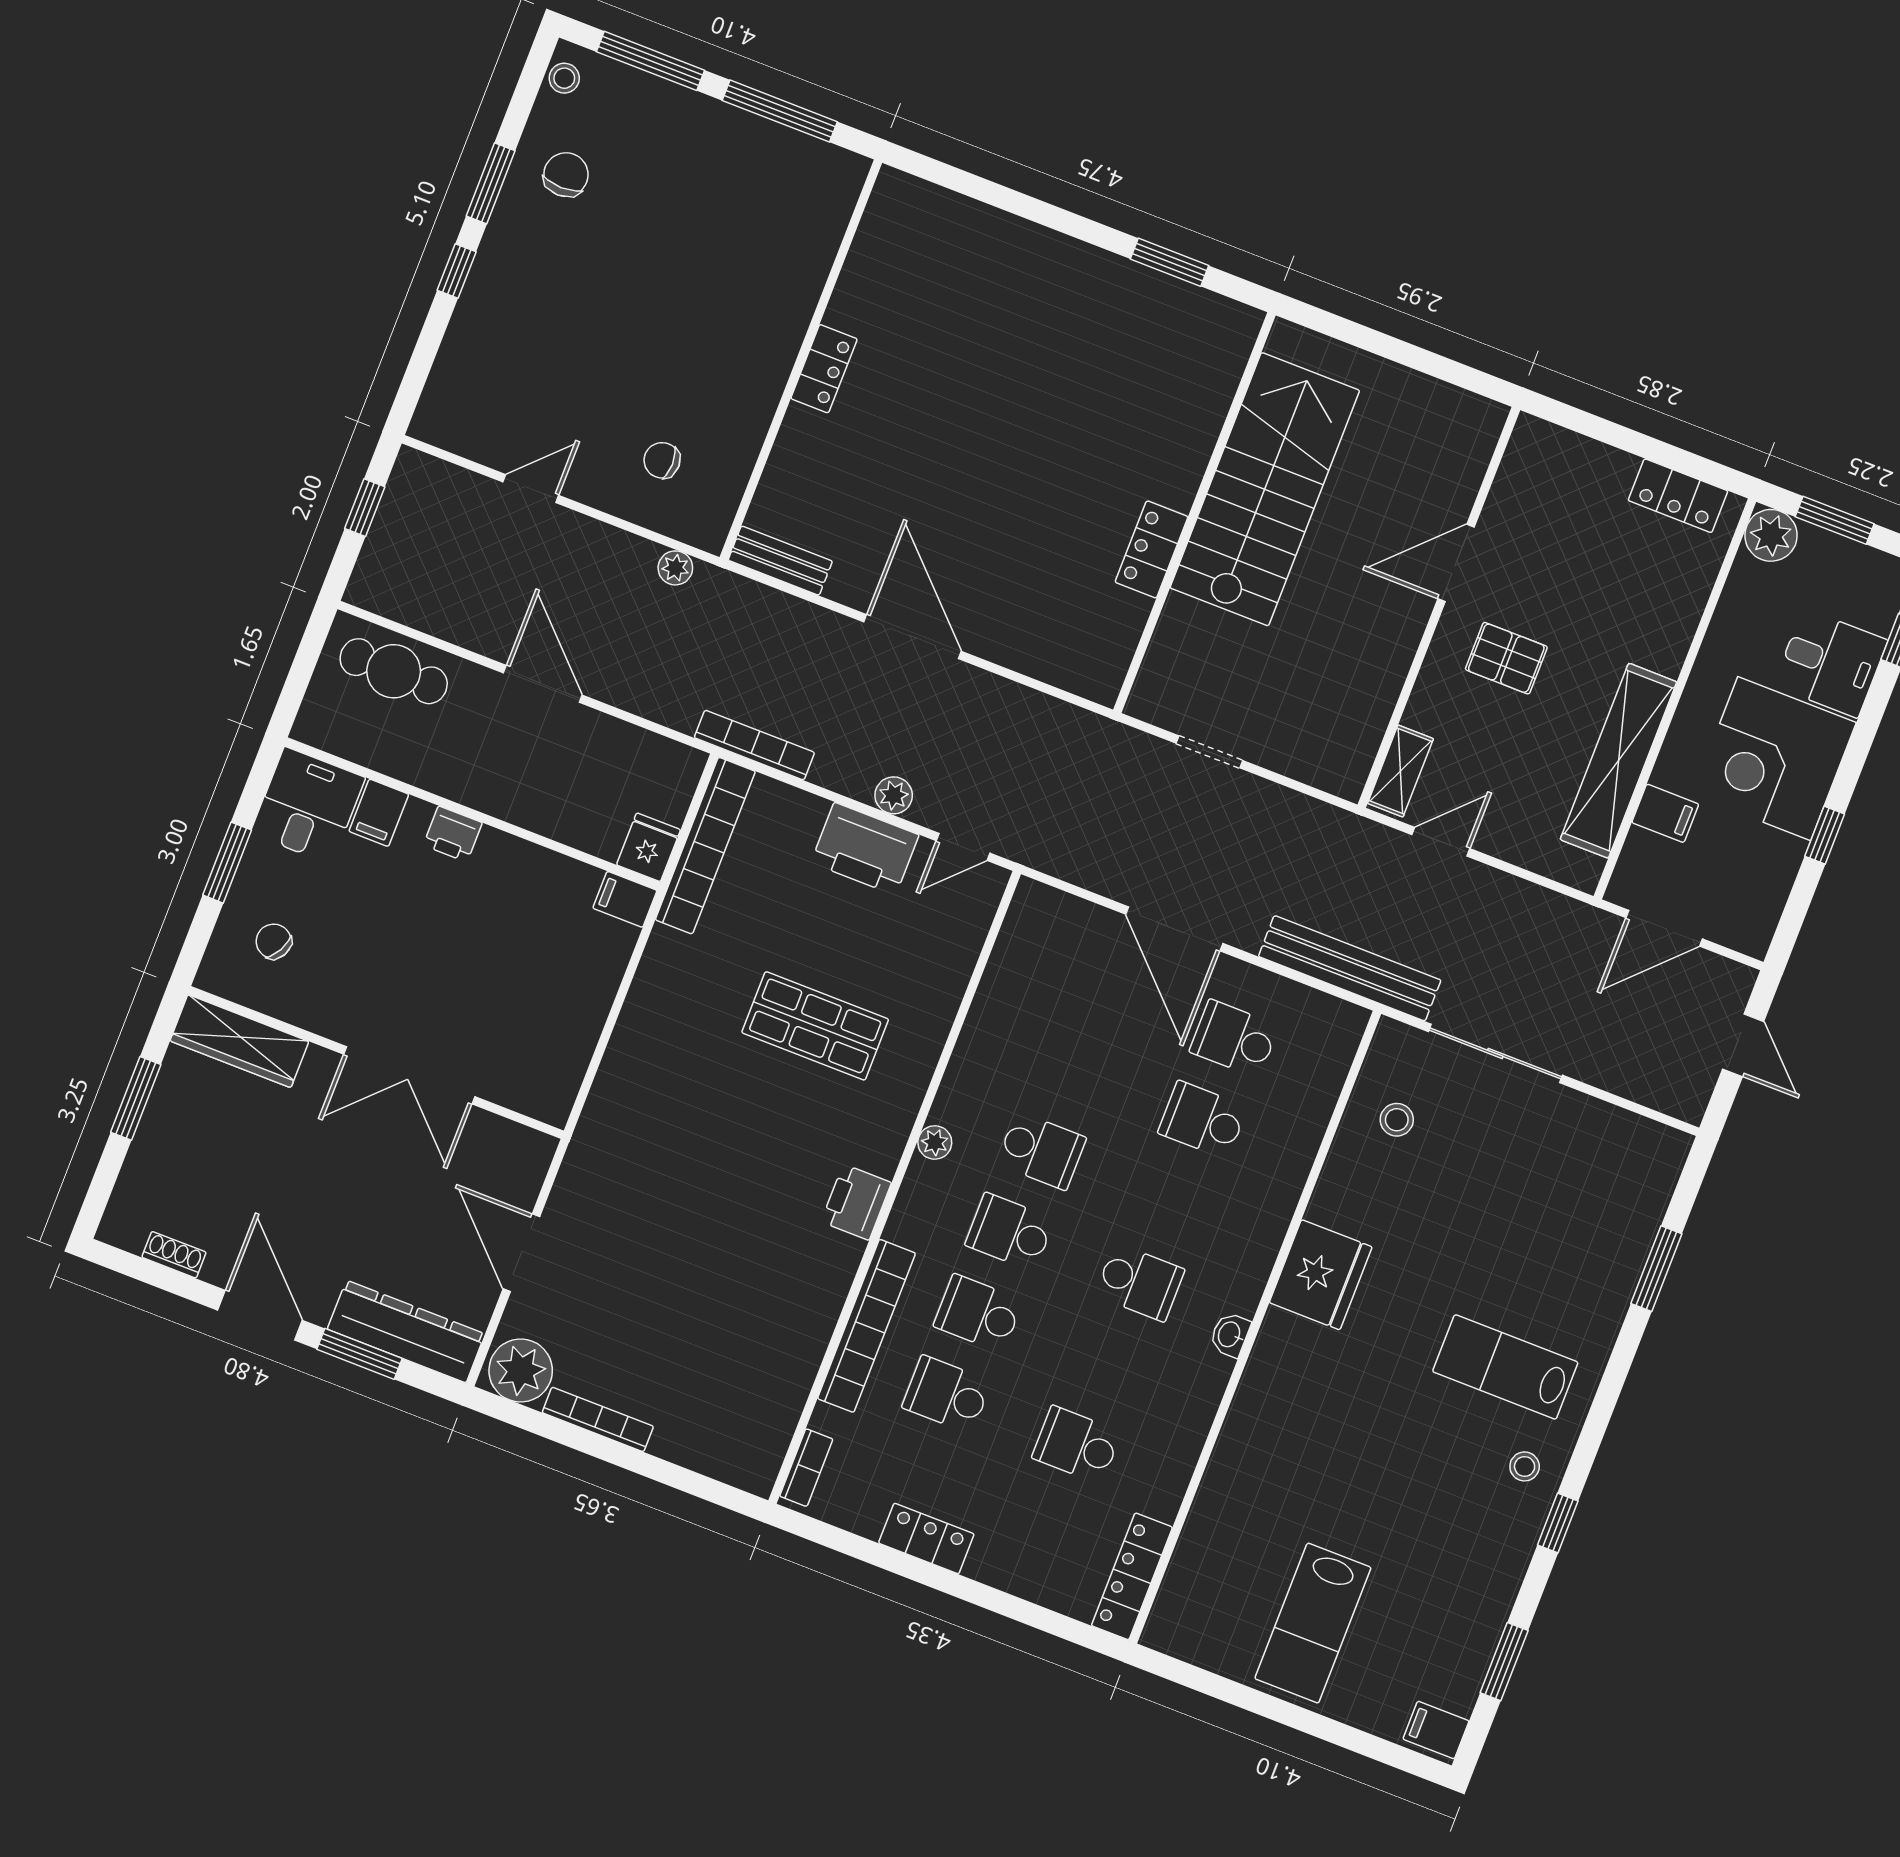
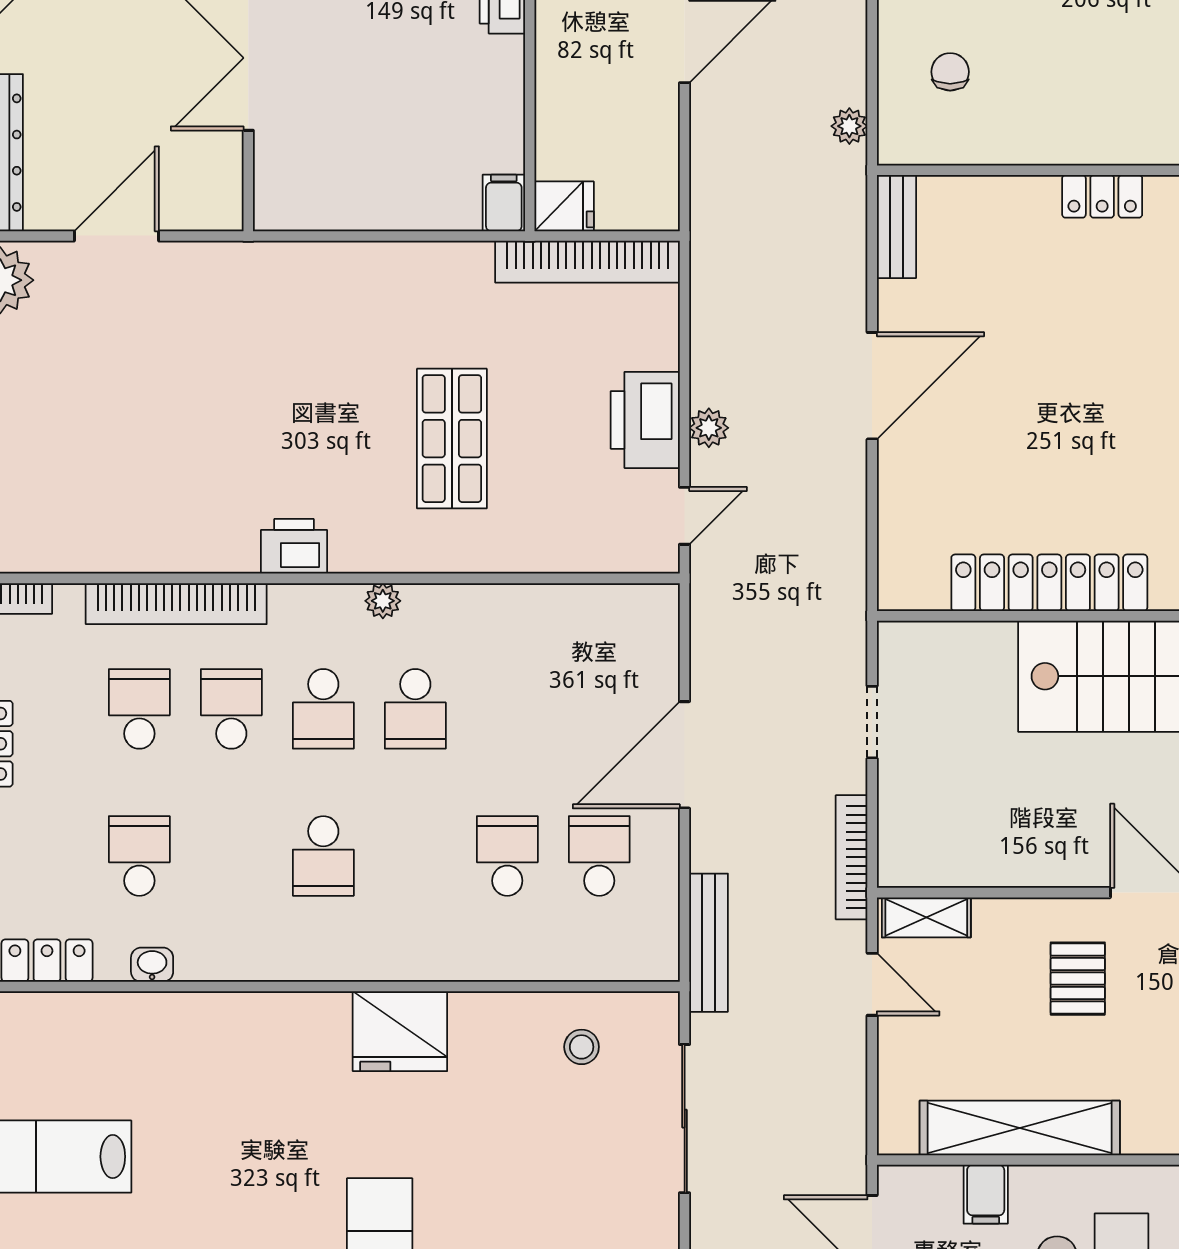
locker: (1152, 549) -> (1049, 583), width x2.16, depth x1.21
bookcase: (754, 745) -> (852, 857), moved, turned 180
door: (963, 847) -> (685, 516), swing flipped
bench: (1350, 968) -> (709, 943), width x0.73, depth x0.82
school desk: (1010, 1232) -> (323, 709), turned 180
washbasin: (1230, 1335) -> (152, 965), moved

